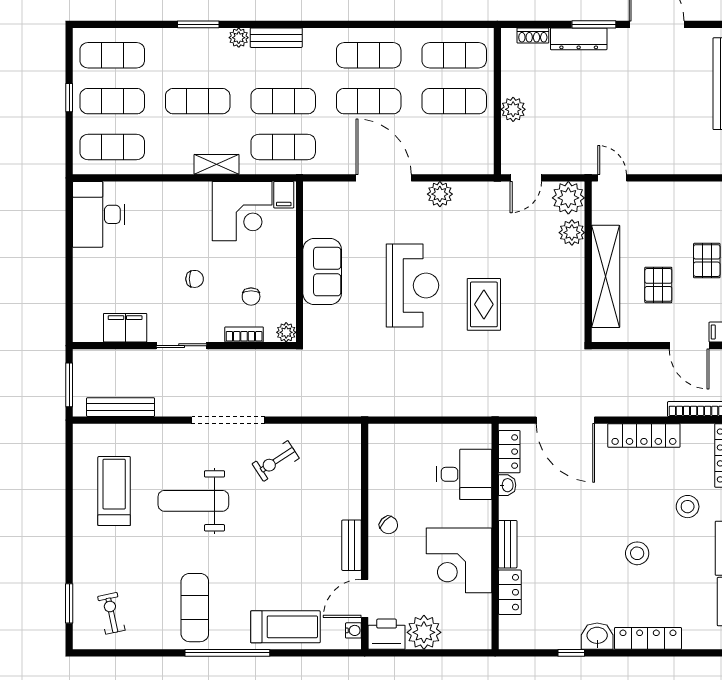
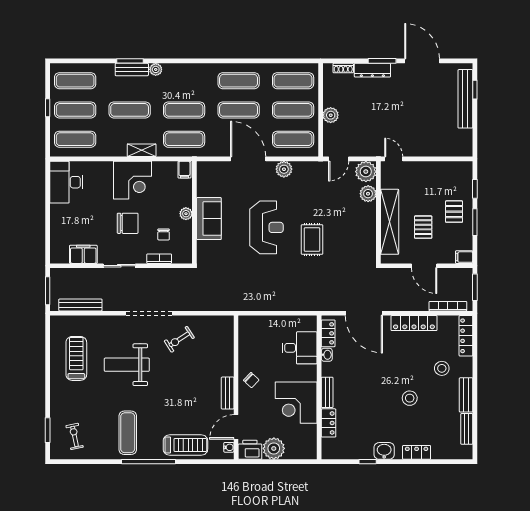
bench: (276, 38) -> (132, 69), moved
exercise mat: (454, 147) -> (293, 139), added
corner desk: (242, 211) -> (133, 180), moved
chair: (195, 279) -> (128, 223), width x1.87, depth x1.87
plant: (286, 332) -> (186, 214), moved
door: (689, 346) -> (424, 266), moved
locker: (648, 638) -> (417, 452), width x0.66

